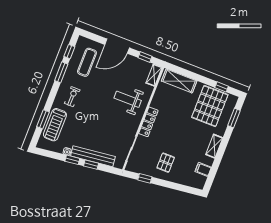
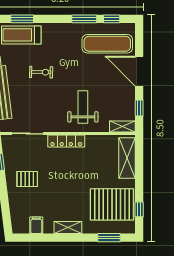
exercise mat: (87, 62) -> (107, 44), width x1.36, depth x1.45
exercise bike: (72, 97) -> (41, 72), moved

